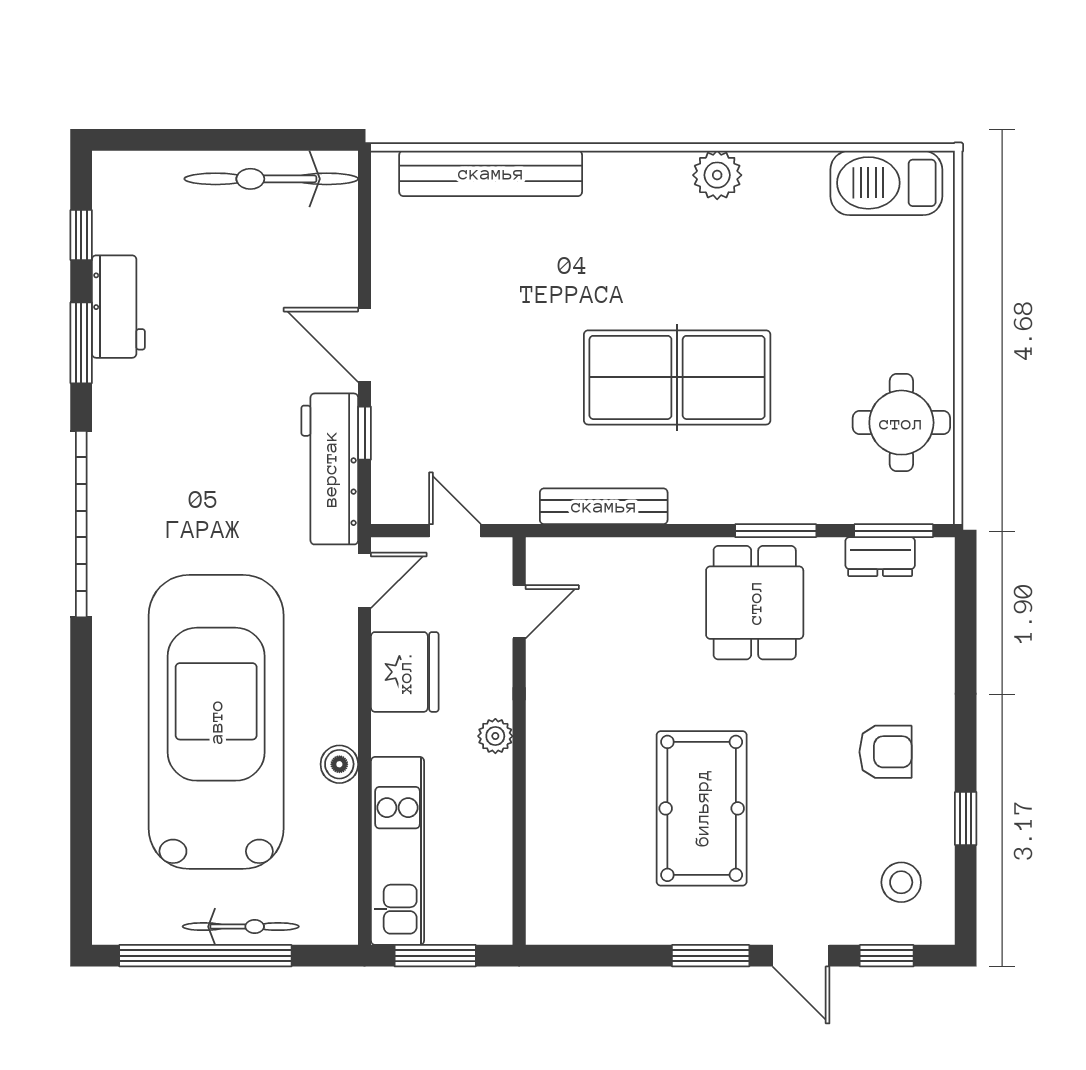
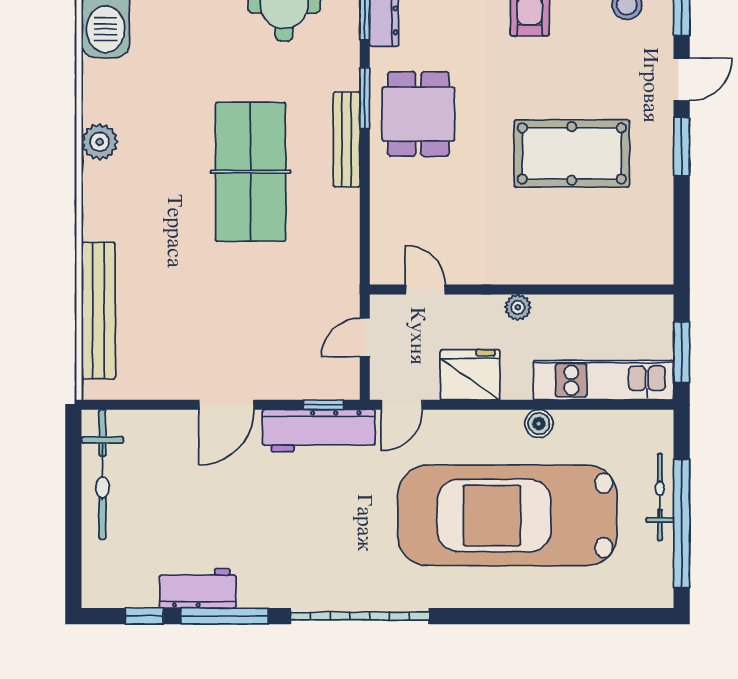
window: (81, 343) -> (225, 616), width x1.44
window: (365, 433) -> (324, 405), moved
bench: (604, 506) -> (347, 139), moved
door: (365, 580) -> (402, 405), swing flipped
dining table: (755, 603) -> (418, 114), turned 90

